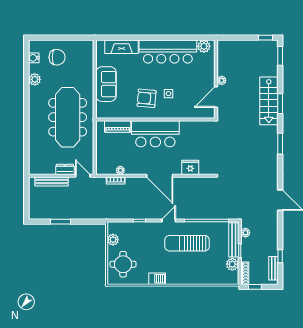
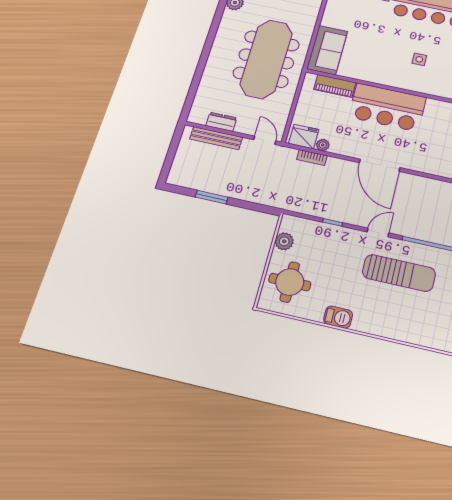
sofa: (106, 84) -> (327, 50), moved
armchair: (147, 98) -> (386, 59), removed
fridge: (190, 167) -> (304, 137), moved
dresser: (65, 169) -> (221, 122), moved
sun lounger: (187, 243) -> (399, 273), turned 180

